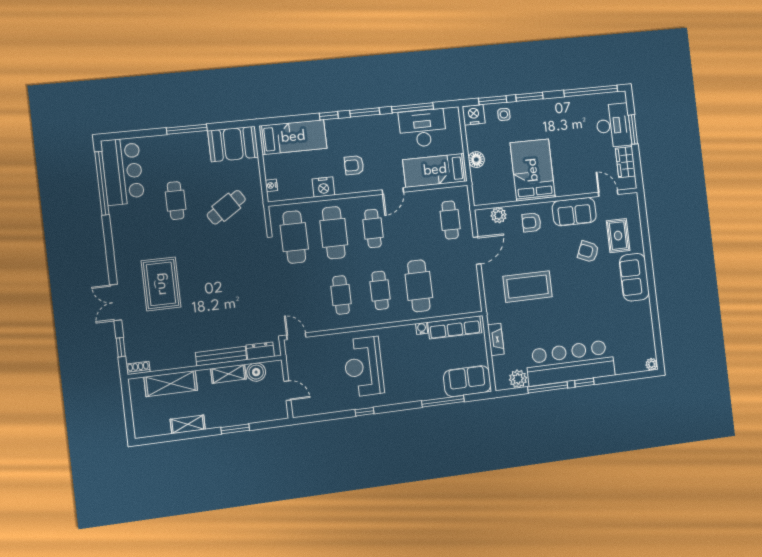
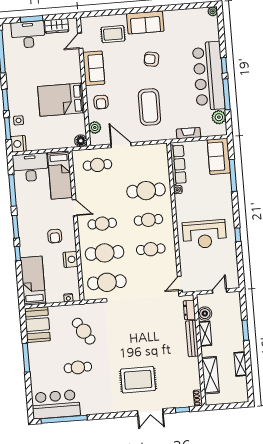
desk: (423, 128) -> (30, 167), moved, turned 90
floor lamp: (476, 160) -> (81, 141), moved
armchair: (588, 251) -> (151, 59), moved, turned 76

